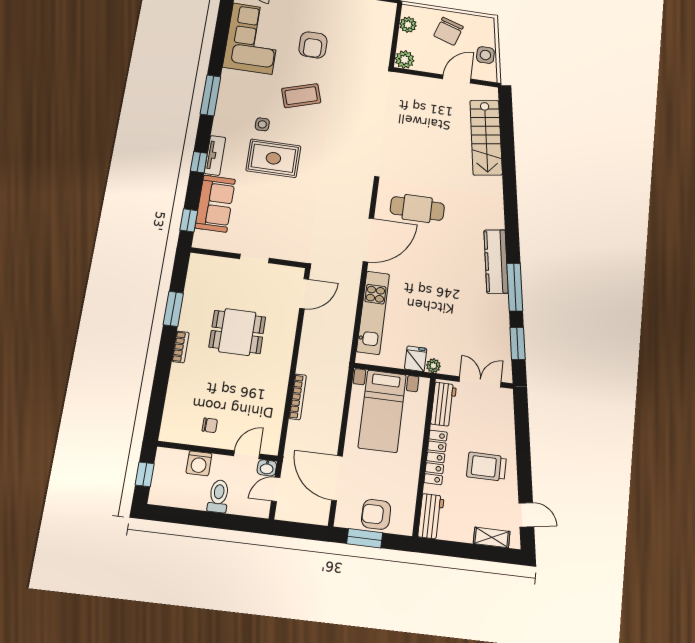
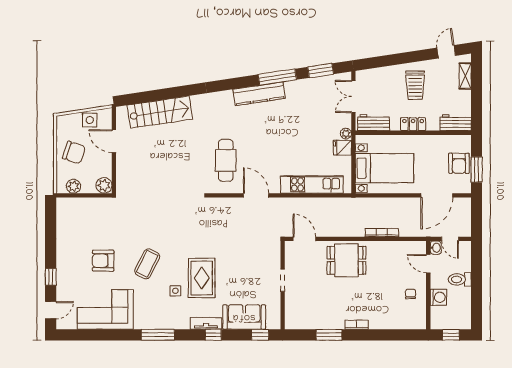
armchair: (313, 45) -> (103, 261), turned 180
coffee table: (301, 96) -> (147, 264), turned 44
door: (368, 240) -> (256, 195), width x0.73
dining table: (237, 332) -> (347, 260), moved, turned 90
locker: (436, 457) -> (413, 124), width x0.66

